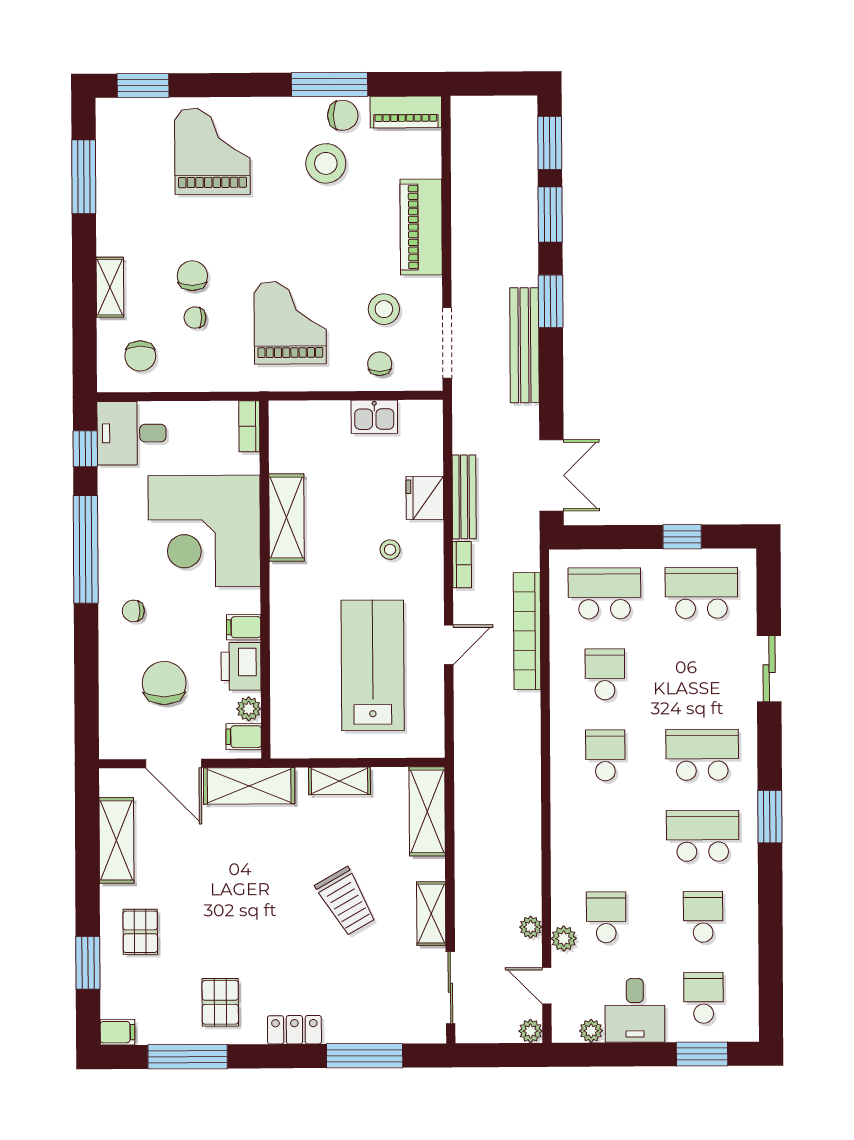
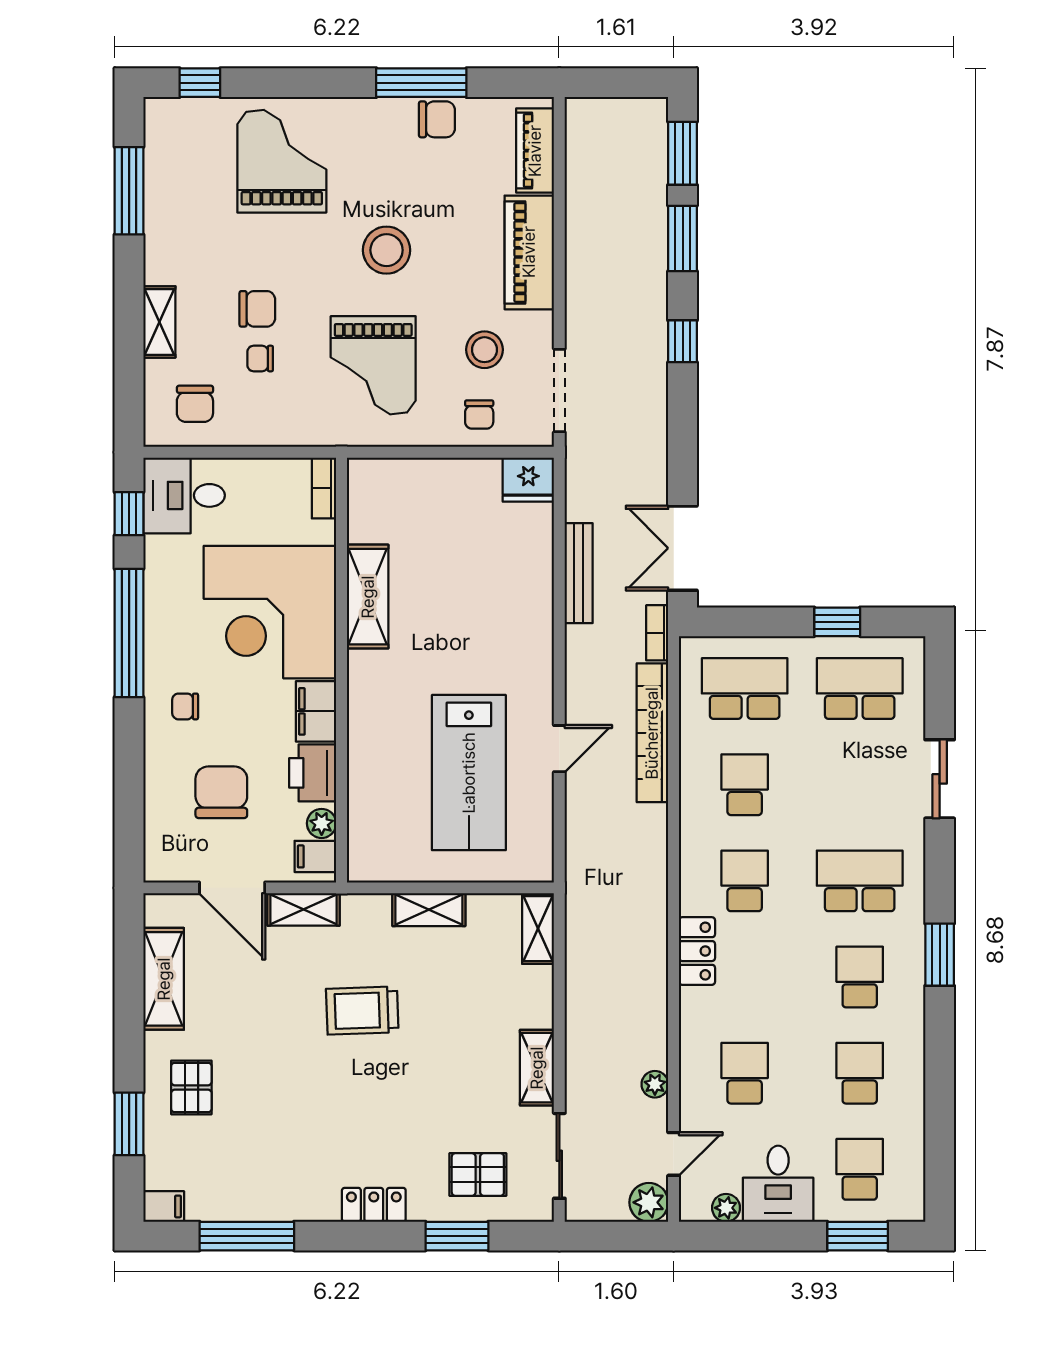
window: (143, 85) -> (200, 83), width x0.67
piano: (406, 112) -> (535, 151), moved, turned 90
stool: (326, 163) -> (387, 250), moved
chair: (192, 276) -> (257, 309), turned 90
window: (551, 301) -> (683, 341), width x0.67
grand piano: (290, 323) -> (373, 365), turned 180
bench: (524, 345) -> (651, 393), removed
chair: (380, 364) -> (479, 415), turned 180
kitchen sink: (374, 417) -> (472, 477), removed
double door: (552, 475) -> (683, 548), swing flipped
fridge: (425, 498) -> (528, 480), moved, turned -90
stool: (390, 550) -> (490, 635), removed
bookcase: (462, 565) -> (657, 633), moved, turned 180
filing cabinet: (244, 627) -> (316, 711), width x2.00
lab bench: (373, 665) -> (469, 773), turned 180
shelving: (249, 786) -> (304, 909), width x0.67, depth x0.75
shelving: (427, 811) -> (538, 929), width x0.67, depth x0.75
locker: (565, 815) -> (697, 951), added
school desk: (703, 836) -> (860, 977), width x0.54
trolley: (346, 902) -> (362, 1011), moved, turned 118
plant: (564, 939) -> (694, 1098), removed
door: (547, 986) -> (674, 1154), swing flipped
pallet: (220, 1002) -> (478, 1175), moved, turned 90
plant: (531, 1031) -> (649, 1202), width x1.38, depth x1.38
window: (365, 1056) -> (457, 1236), width x0.69

